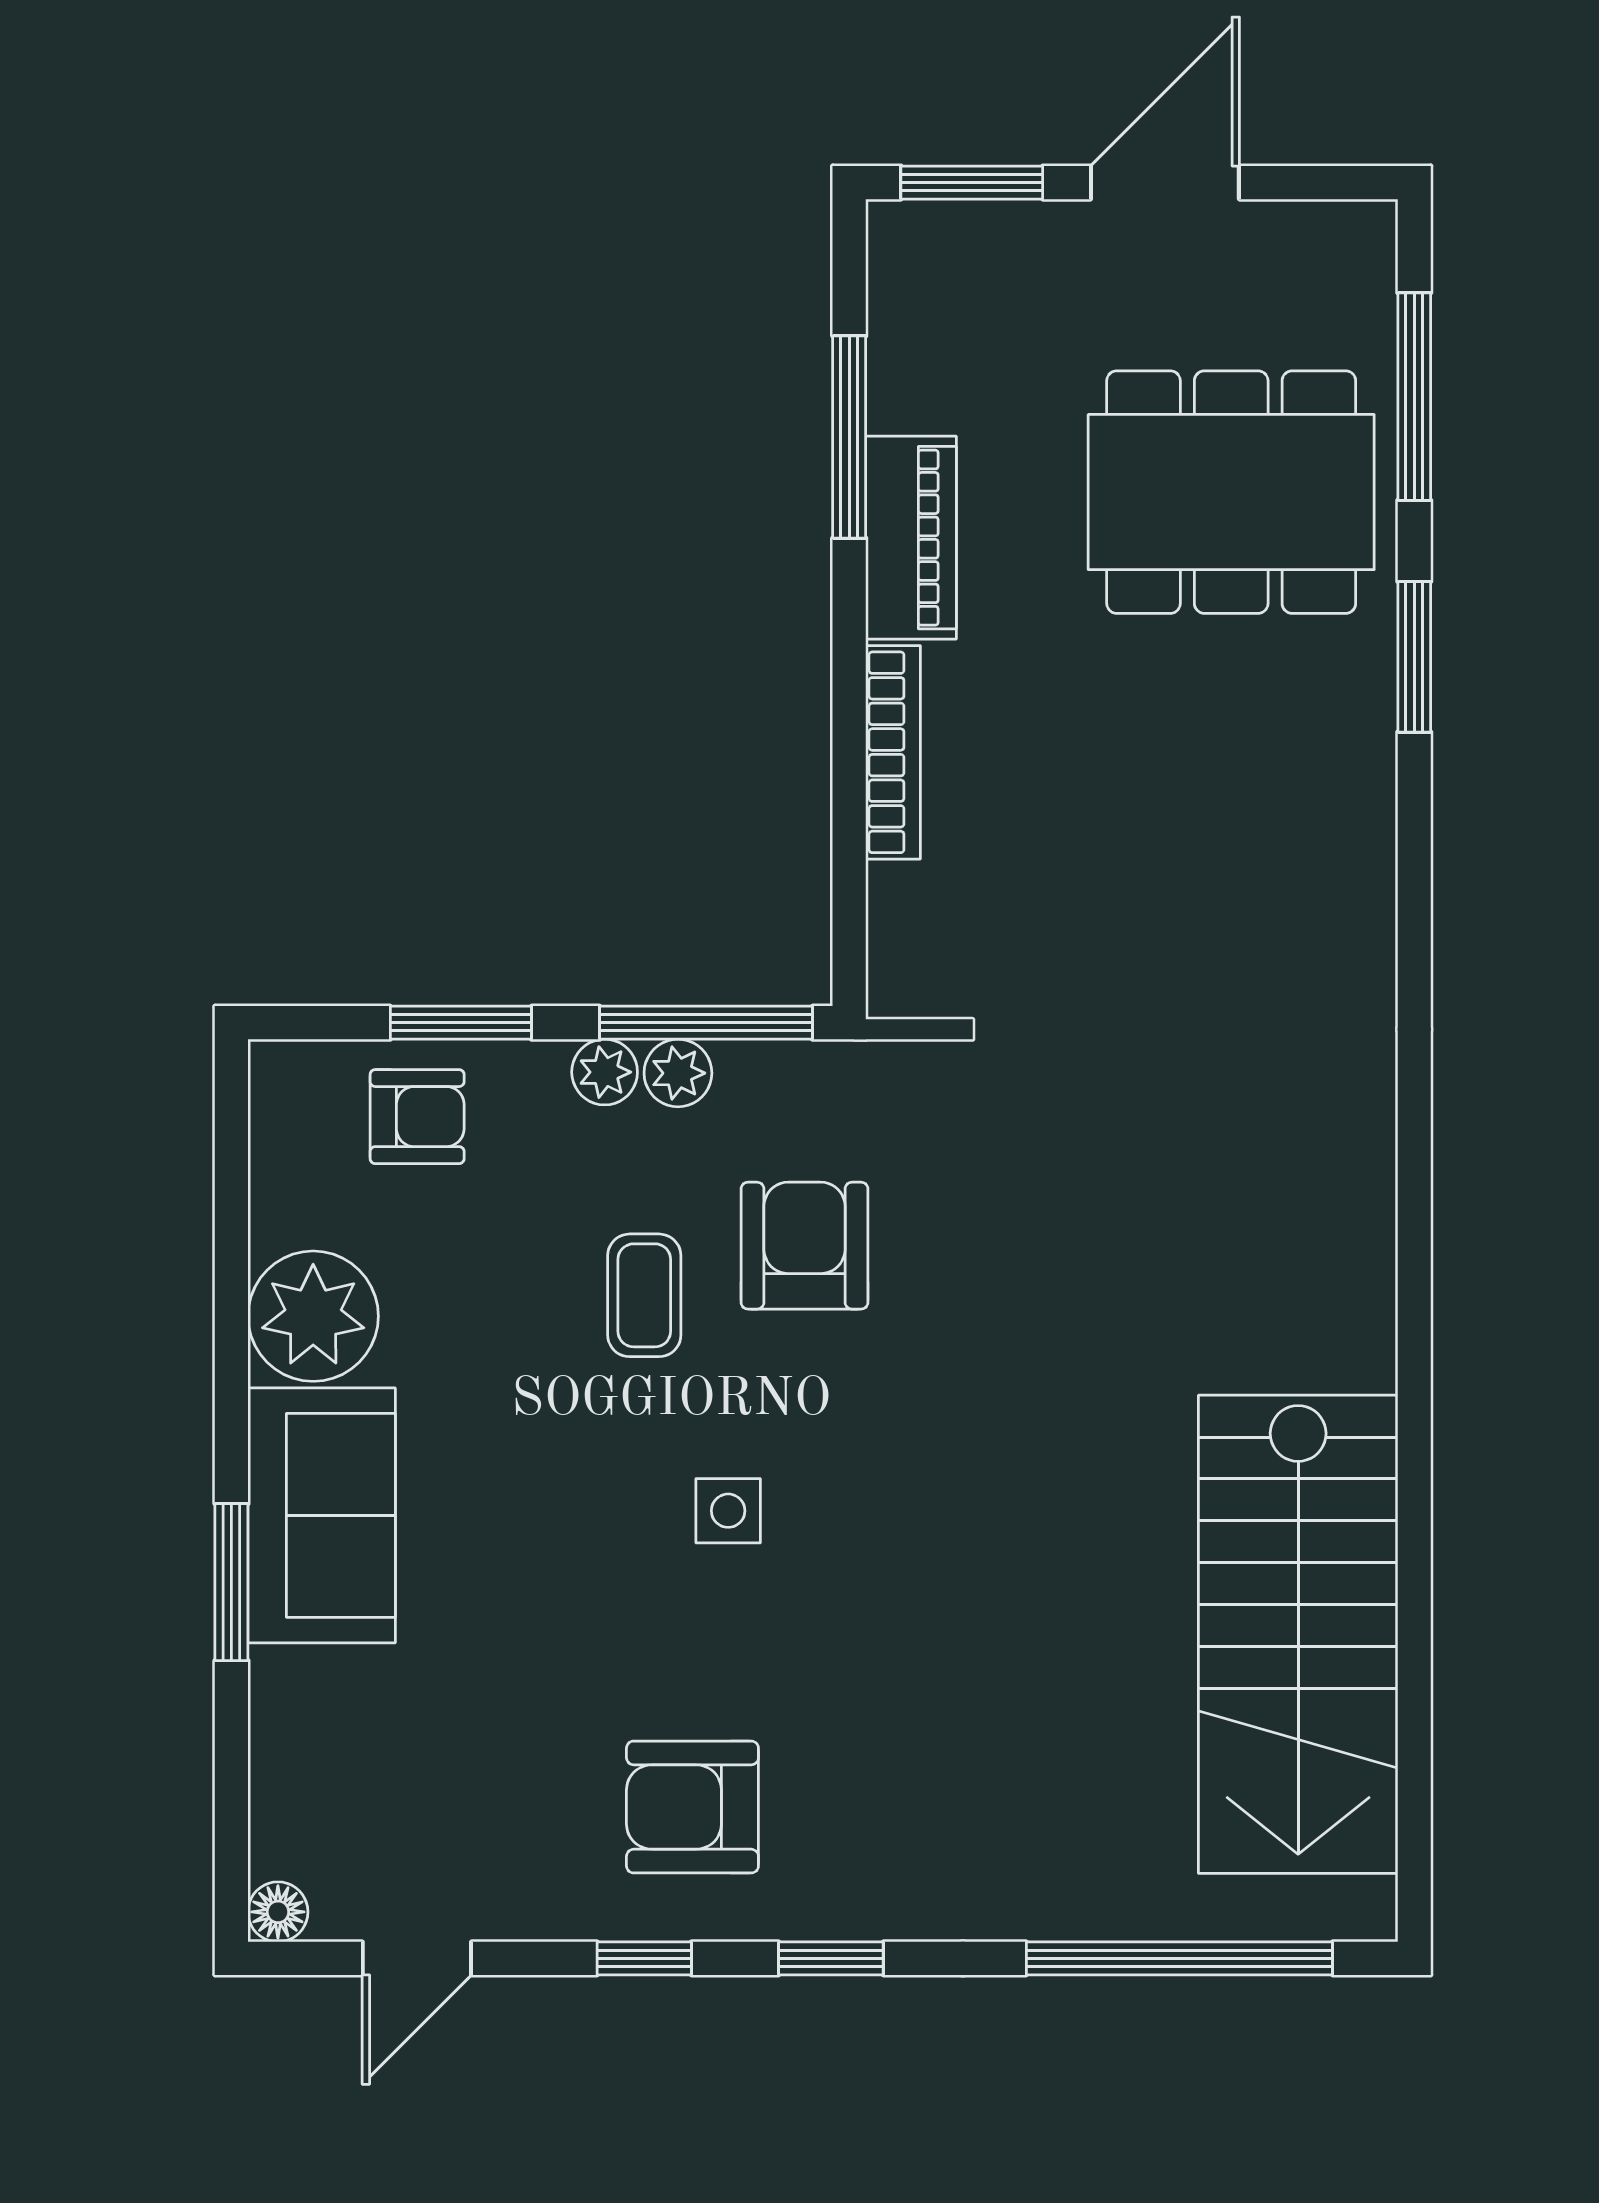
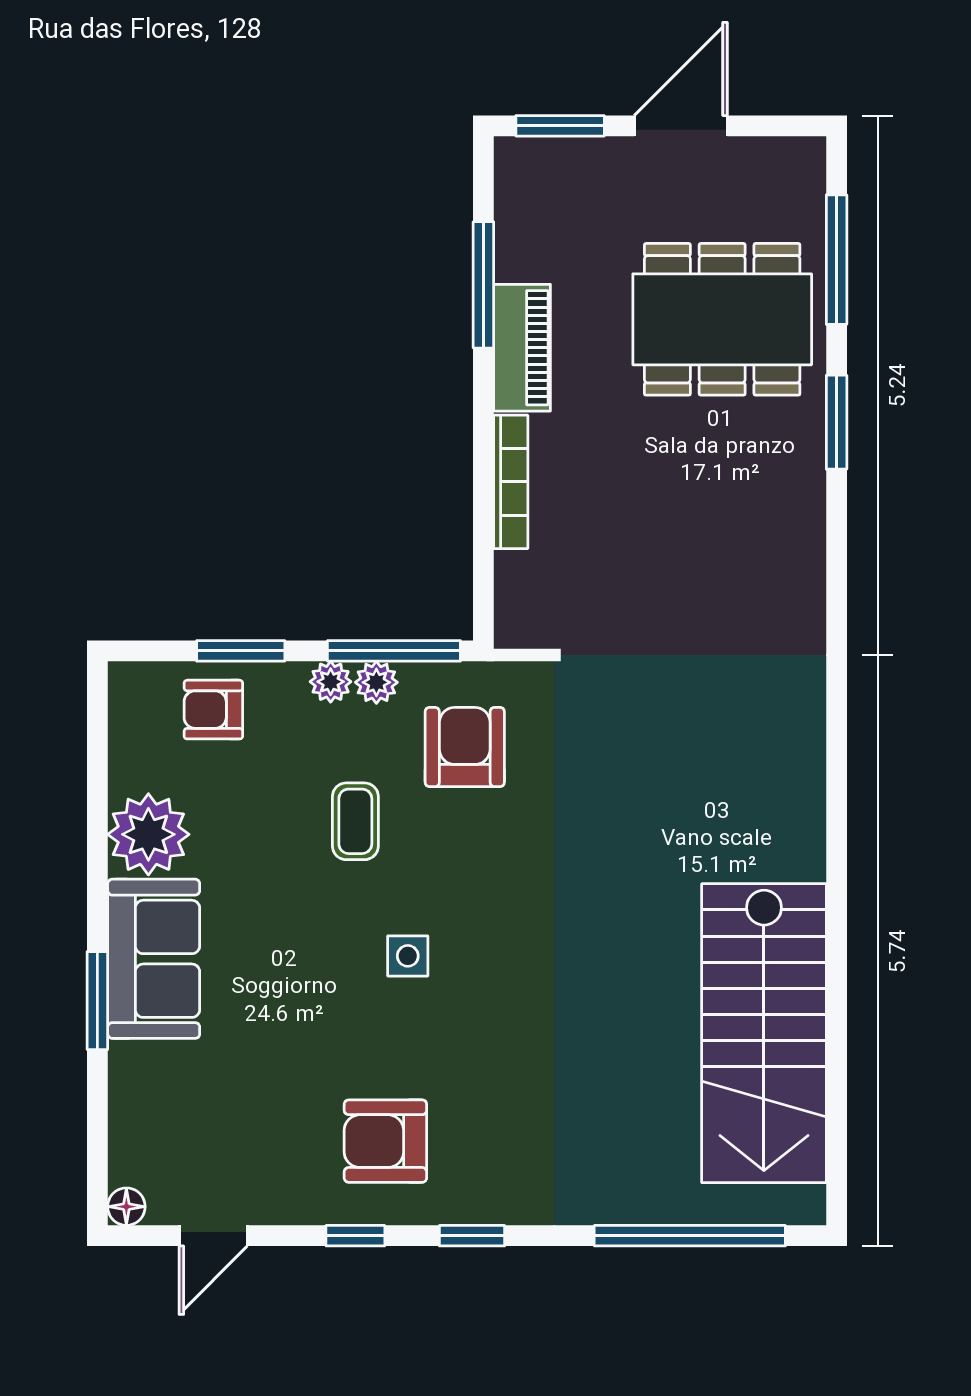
armchair: (417, 1117) -> (213, 710), turned 180
armchair: (804, 1246) -> (465, 747), moved

